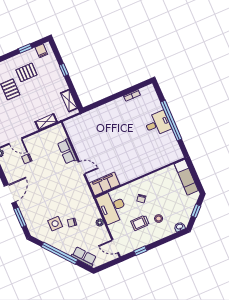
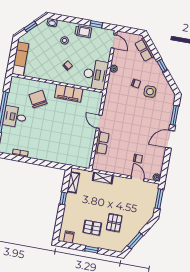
window: (25, 49) -> (92, 250), moved
window: (64, 70) -> (63, 198), moved
chair: (148, 152) -> (38, 99), added
filing cabinet: (104, 184) -> (69, 93), moved
trolley: (140, 223) -> (83, 32), moved
window: (59, 253) -> (162, 66), width x0.32

